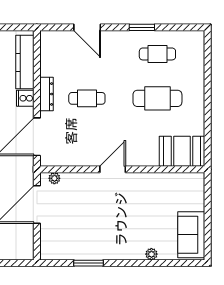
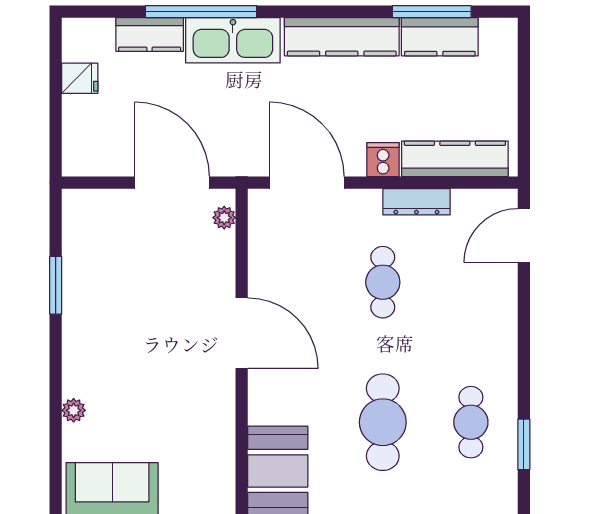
door: (87, 27) -> (524, 235), moved
window: (142, 27) -> (524, 444), moved
dresser: (46, 94) -> (416, 202), moved
door: (113, 169) -> (242, 333), width x1.36

